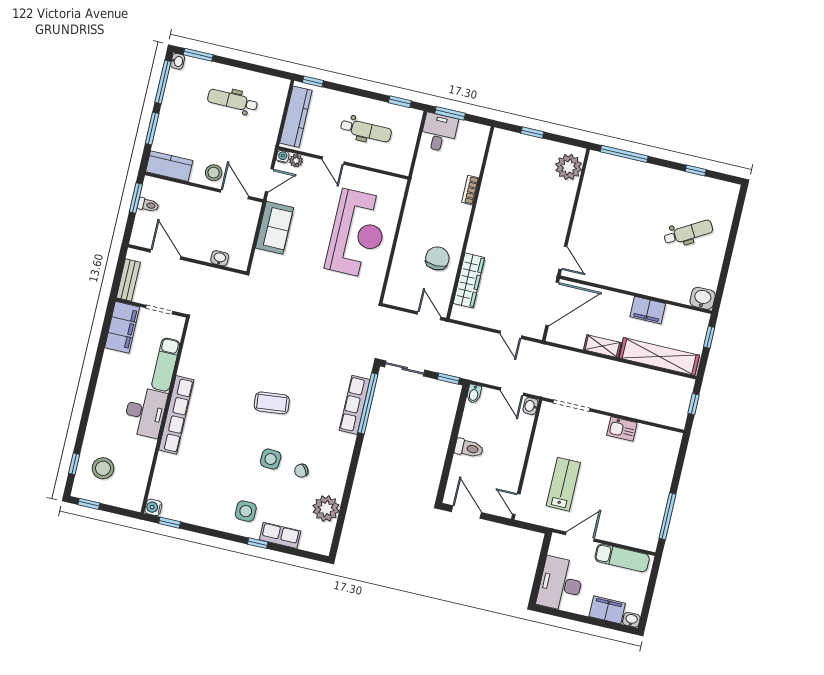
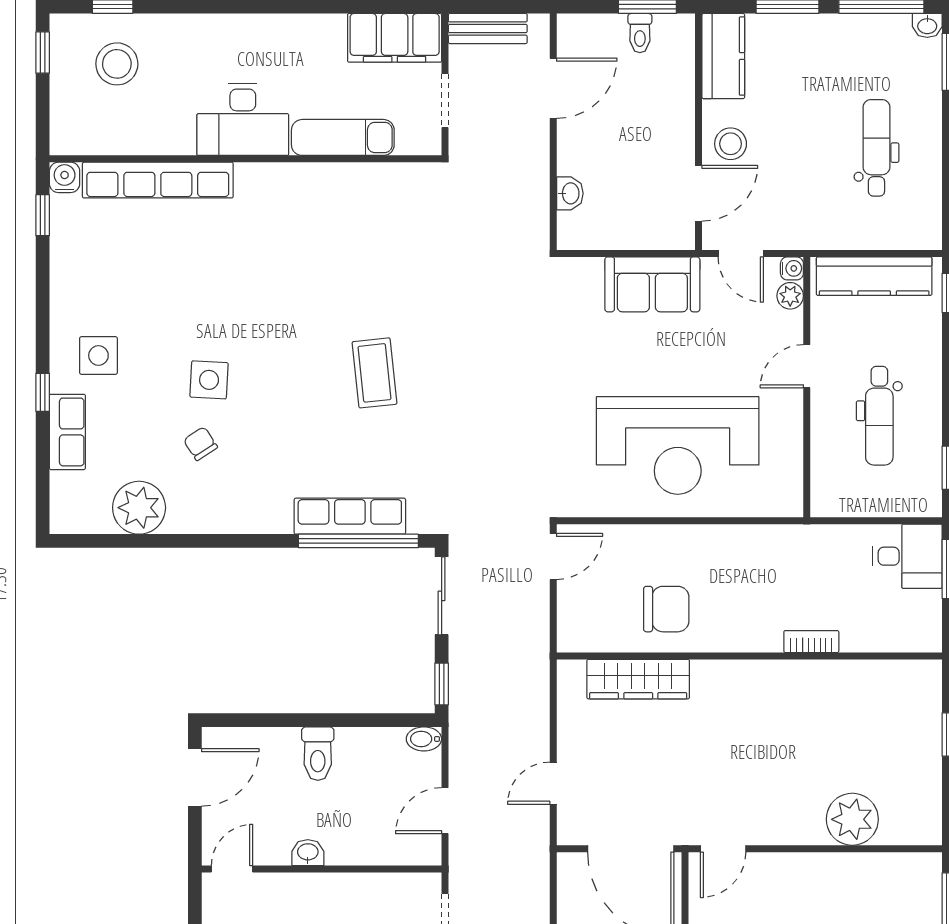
plant: (569, 167) -> (852, 819), moved
door: (429, 316) -> (553, 556), moved
coffee table: (272, 403) -> (375, 373), moved
washbasin: (530, 406) -> (308, 853), moved
row of seats: (176, 415) -> (158, 180), moved

